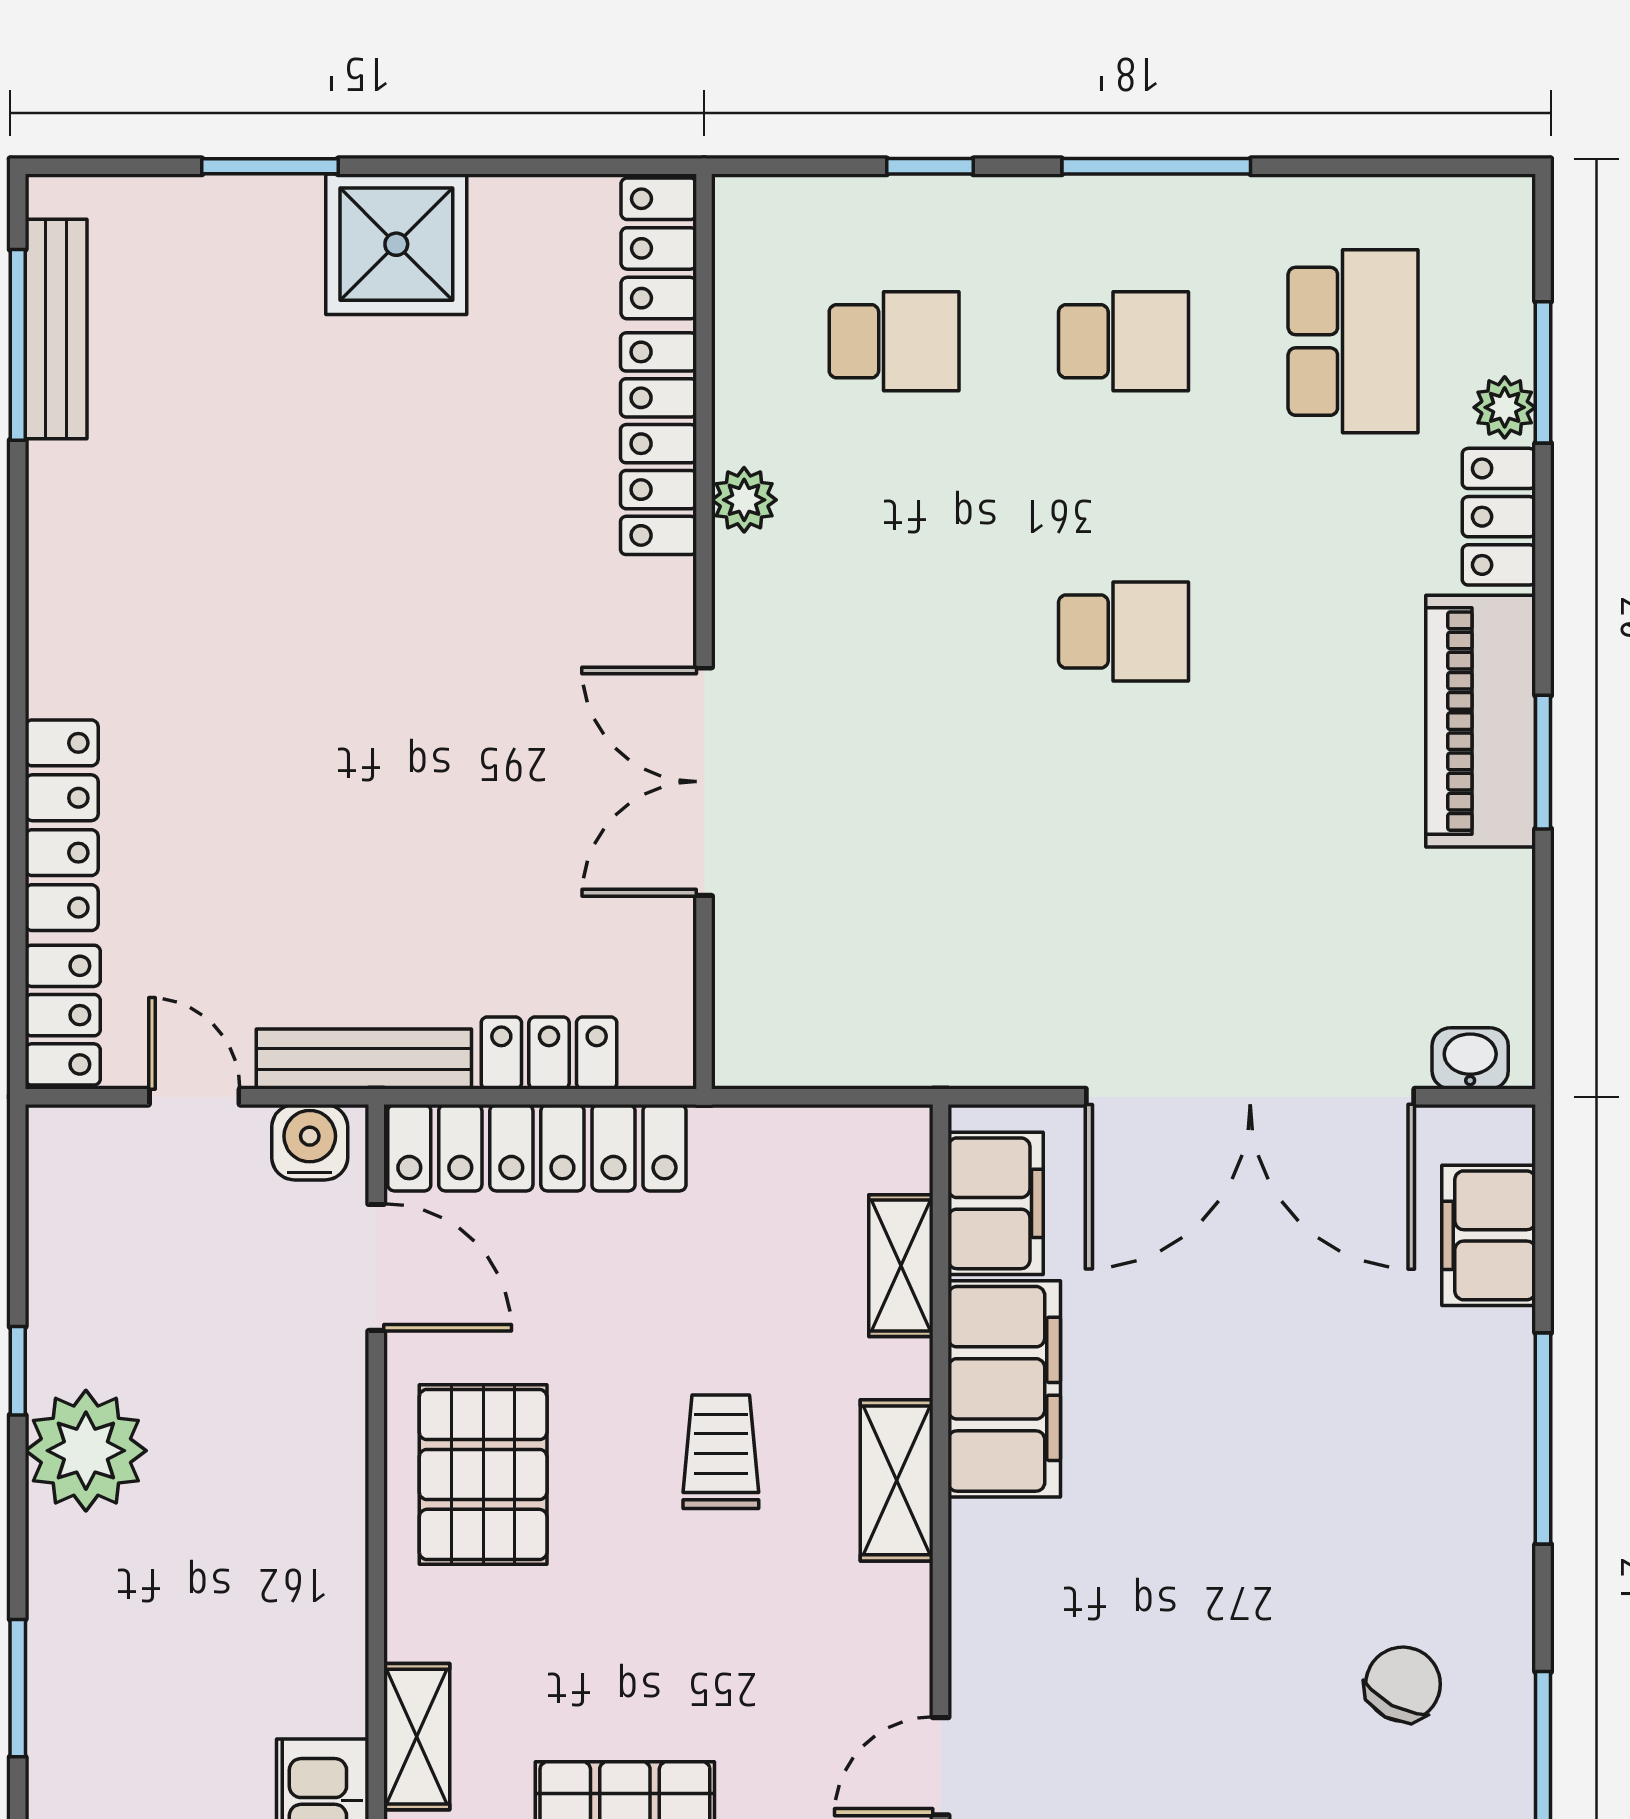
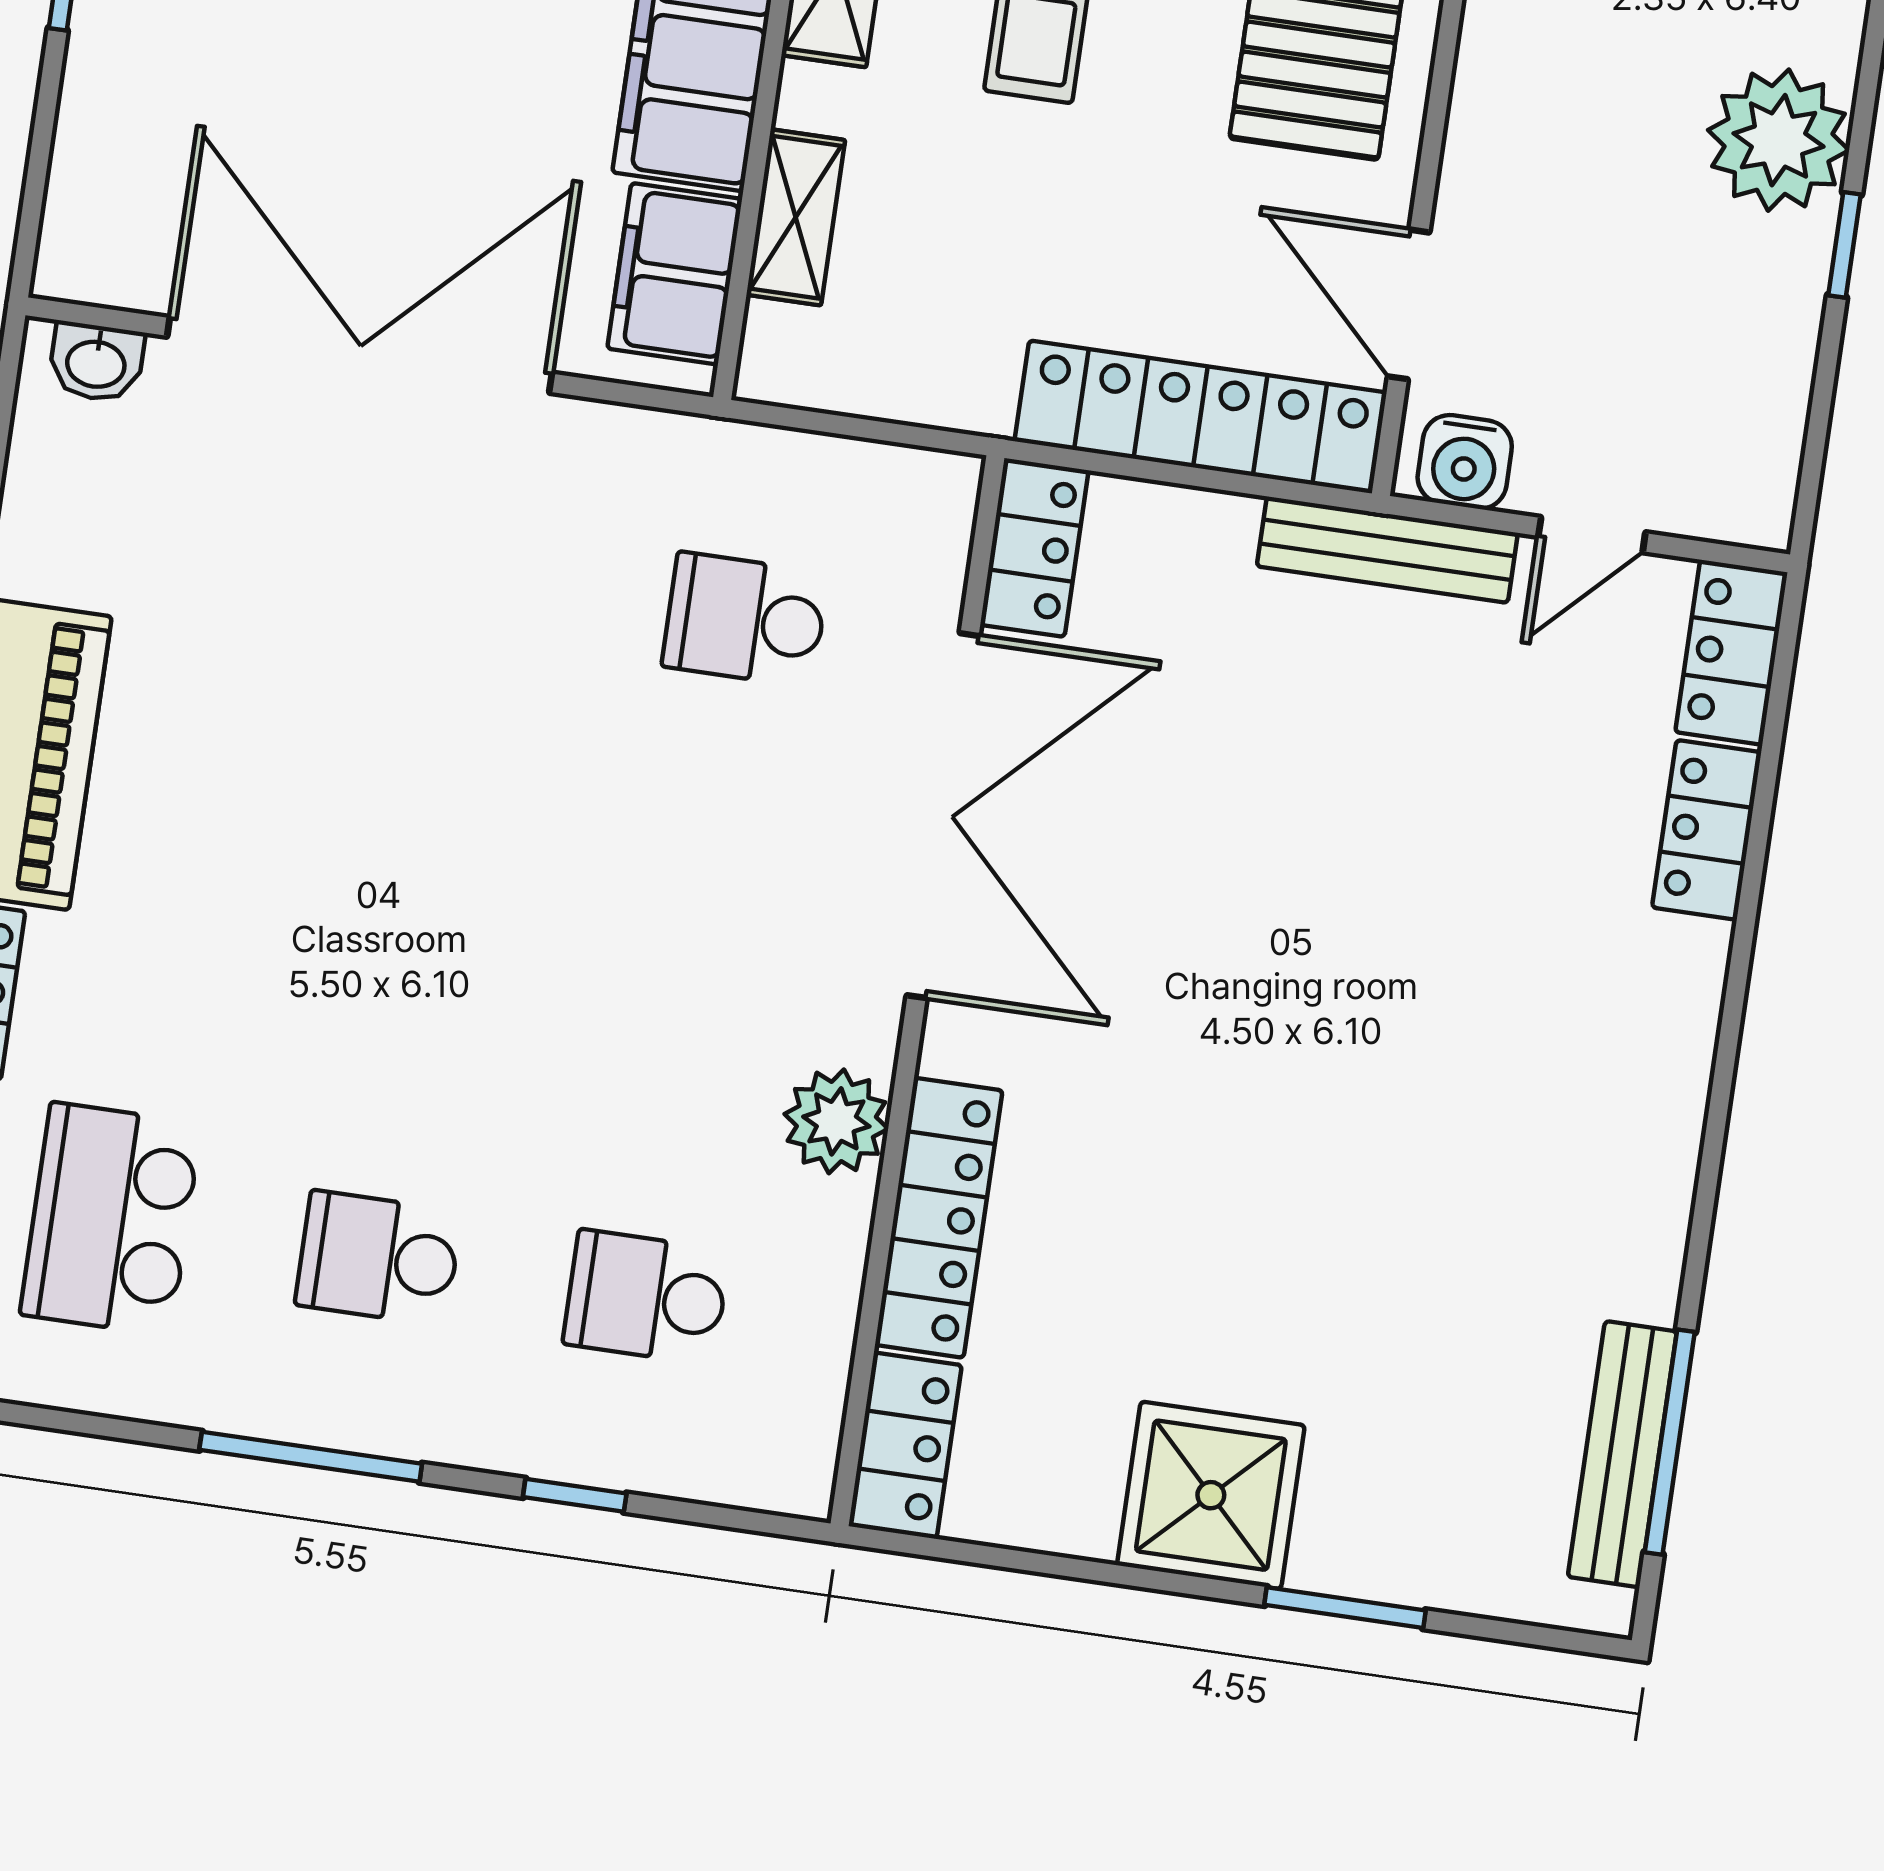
plant: (744, 500) -> (836, 1121), width x1.38, depth x1.38
school desk: (1124, 632) -> (745, 620), moved
double door: (704, 782) -> (943, 816), width x1.36
locker: (62, 825) -> (1707, 830), width x0.66
locker: (549, 1053) -> (1034, 548), moved, turned -90
door: (194, 1097) -> (1592, 535), hinge flipped
filing cabinet: (1489, 1235) -> (105, 152), removed

